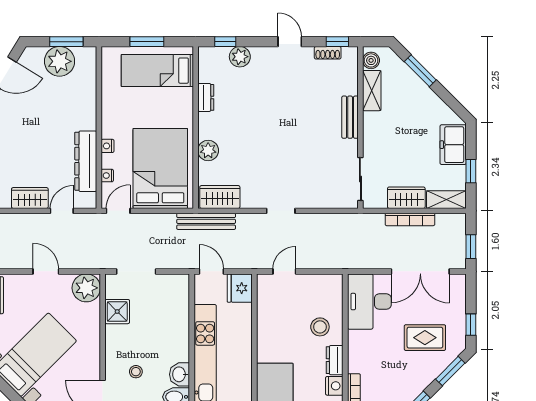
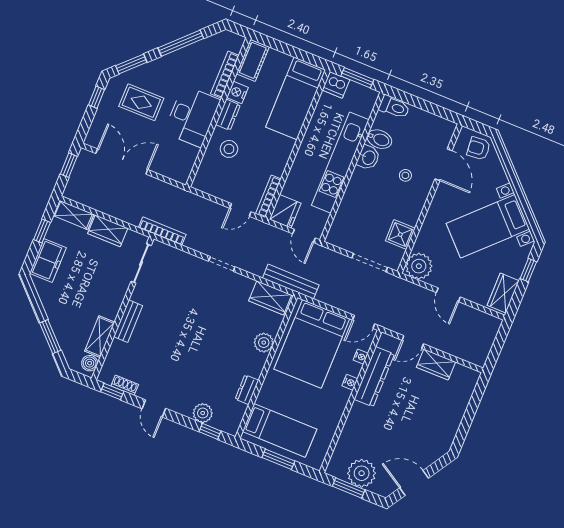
bookcase: (410, 219) -> (162, 231), moved
bookcase: (262, 296) -> (268, 196), added
desk: (369, 302) -> (192, 116), moved

